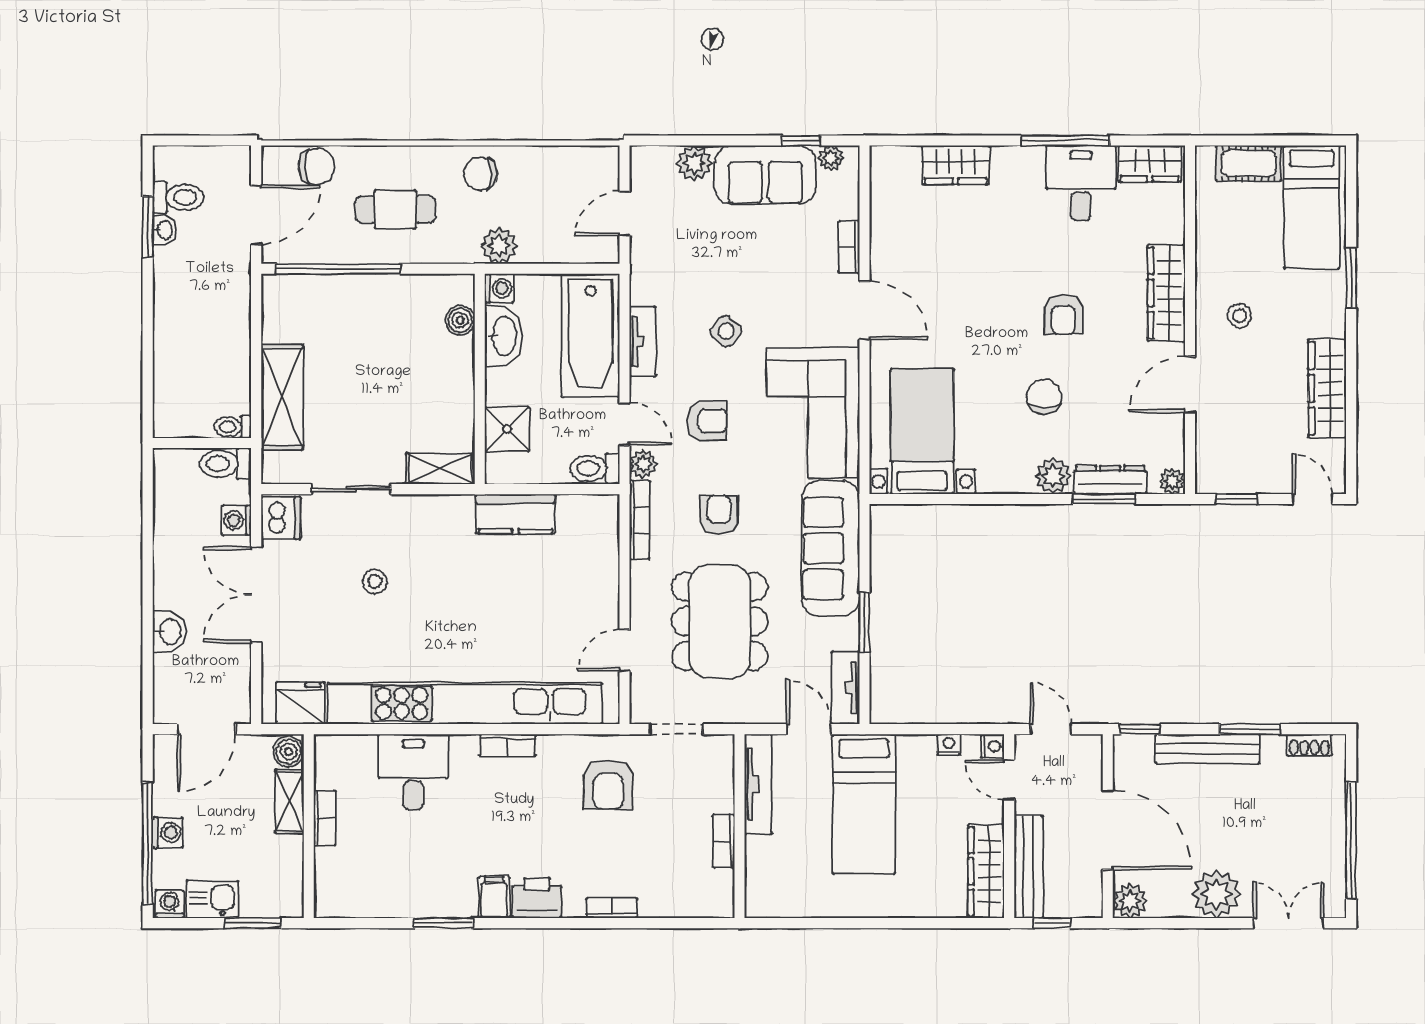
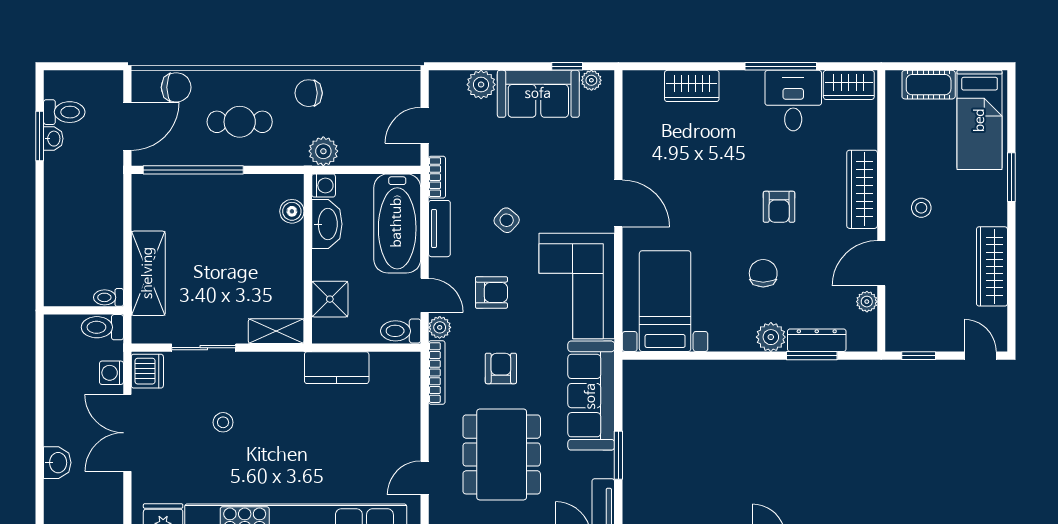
bookcase: (849, 247) -> (437, 177), moved, turned 180
plant: (1172, 481) -> (867, 302), moved

